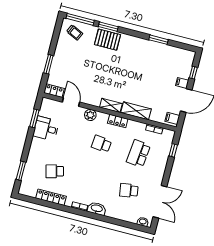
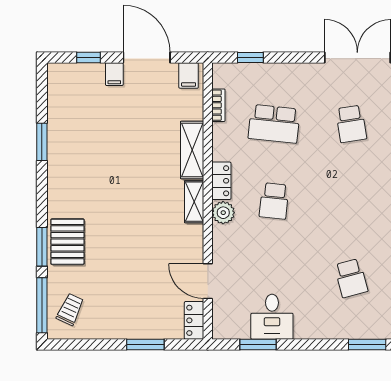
door: (71, 102) -> (208, 281), hinge flipped
plant: (90, 115) -> (223, 213), moved

